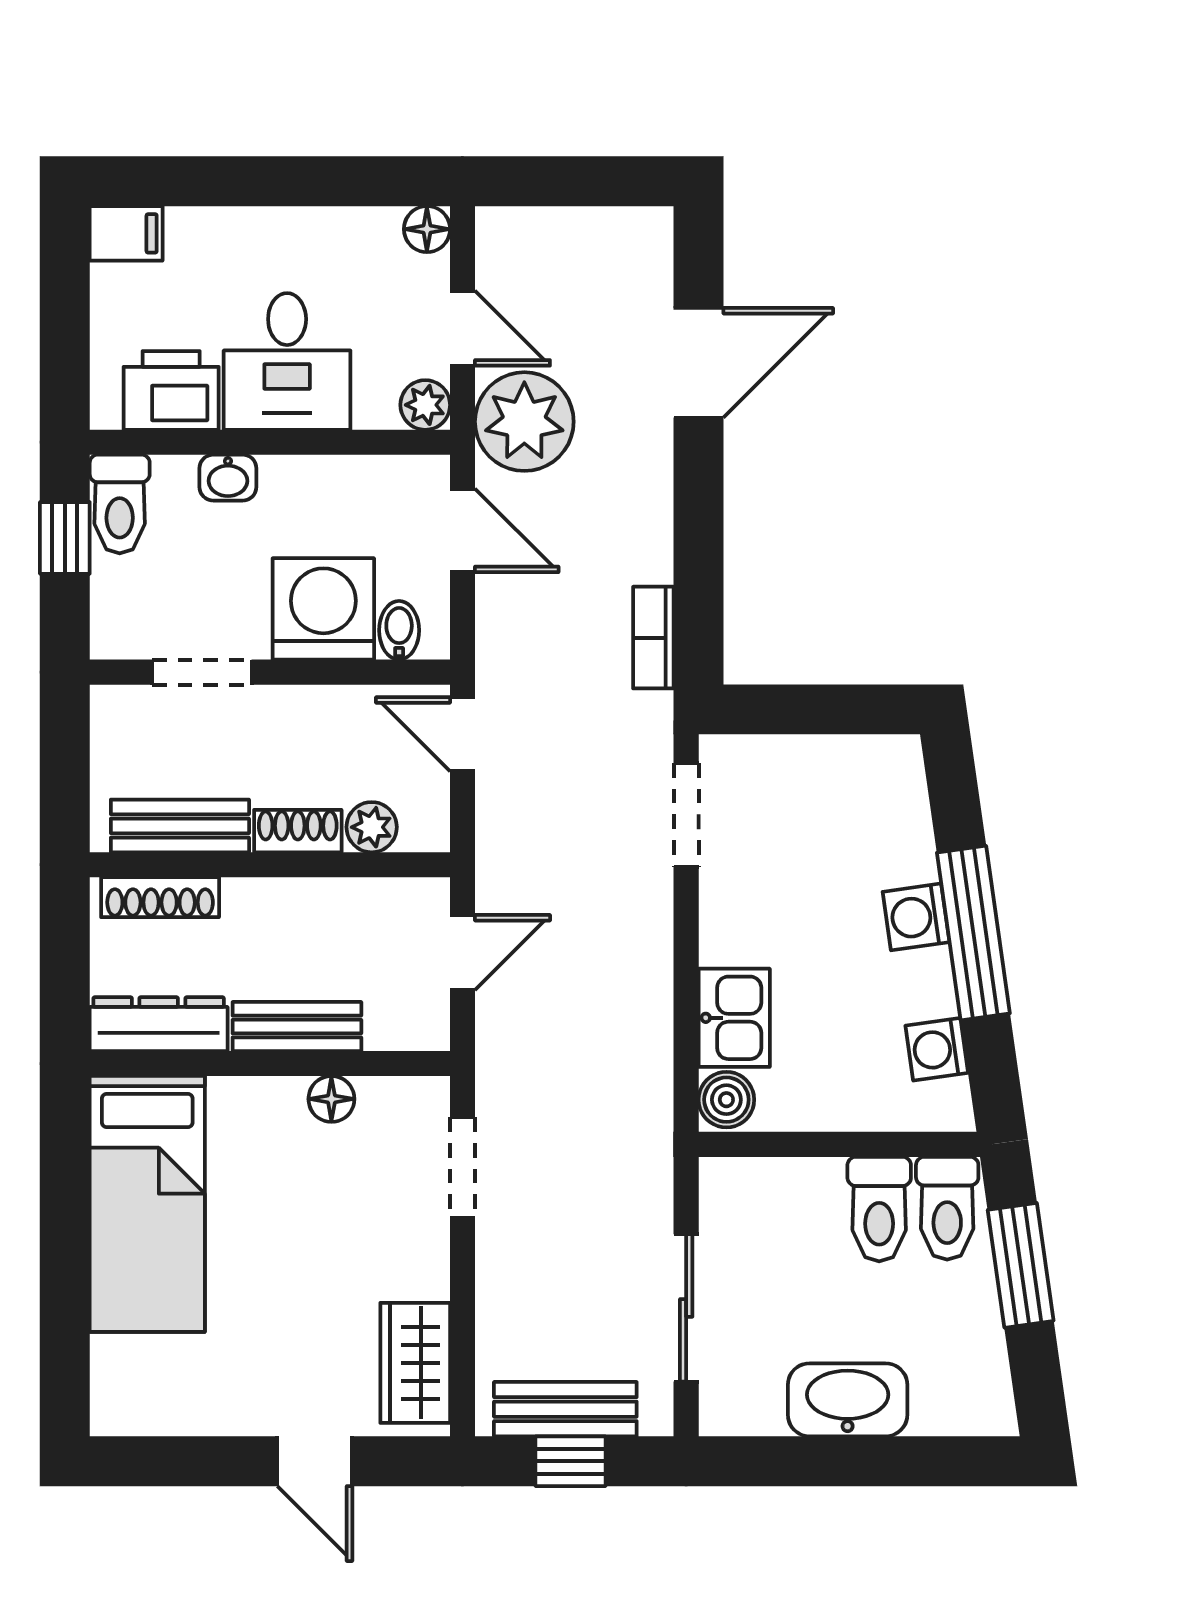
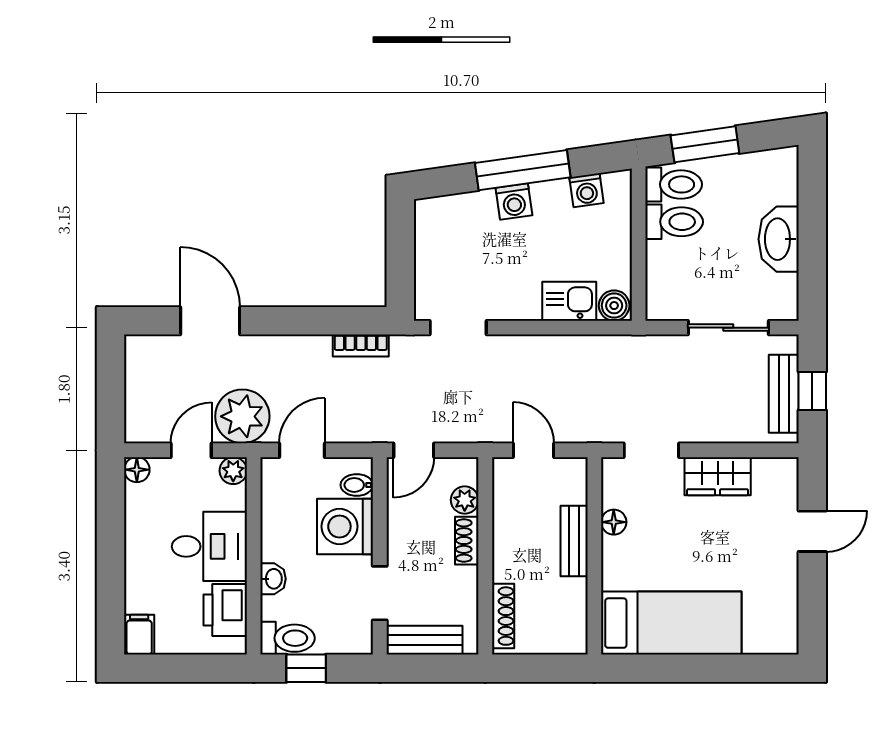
bench: (180, 826) -> (424, 640), moved, turned 90
dresser: (159, 1024) -> (573, 617), removed
wardrobe: (415, 1363) -> (718, 476), moved

